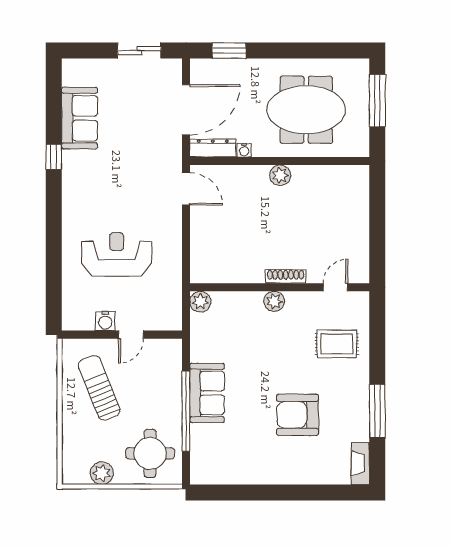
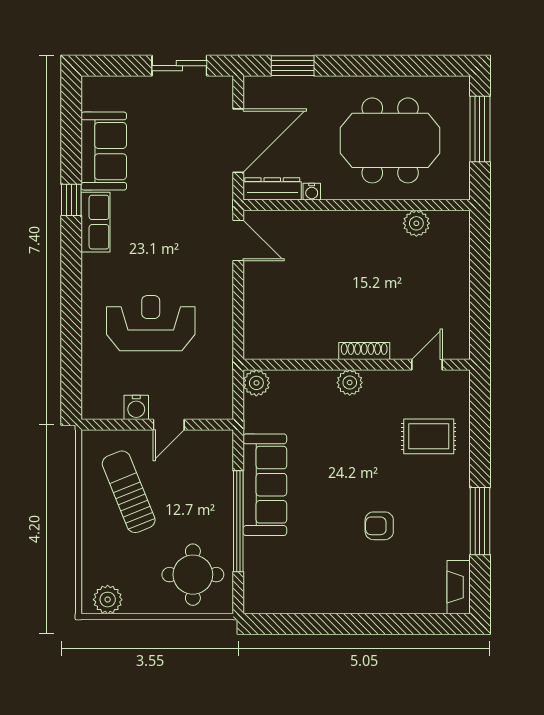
row of seats: (73, 174) -> (96, 222), added
plant: (280, 175) -> (416, 223), moved
sofa: (207, 393) -> (265, 485), width x1.36
armchair: (298, 415) -> (379, 526), width x0.53, depth x0.53
plant: (102, 473) -> (108, 600), moved

